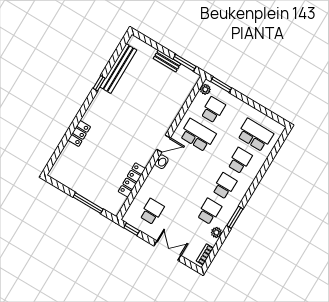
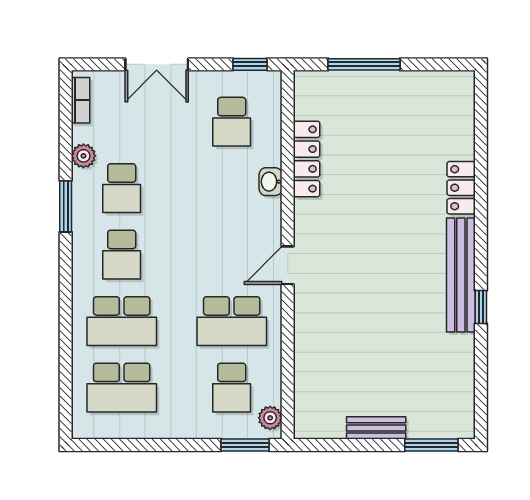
window: (185, 63) -> (431, 445), moved
bench: (118, 69) -> (461, 275), moved
school desk: (240, 160) -> (122, 321), width x1.85
washbasin: (162, 162) -> (271, 182), moved

